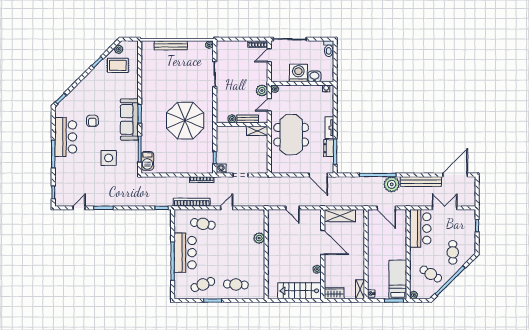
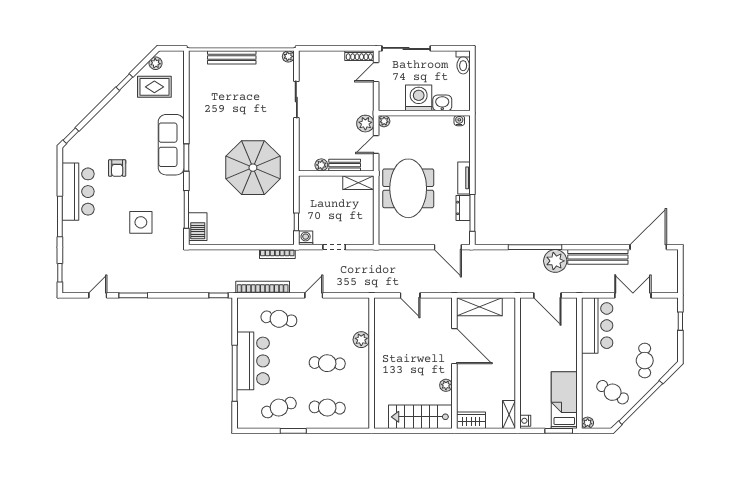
sofa: (129, 119) -> (171, 145), moved
cafe table: (236, 254) -> (327, 363), added

